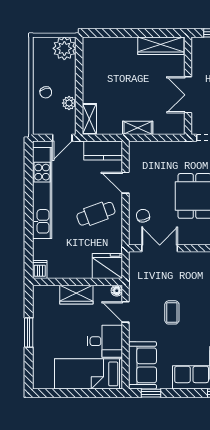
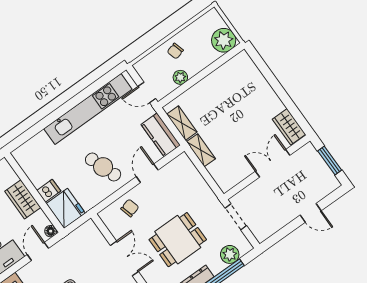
wardrobe: (161, 46) -> (289, 127), width x0.67
double door: (188, 95) -> (273, 163), moved
shelving: (89, 119) -> (182, 123), moved, turned 90
double door: (160, 248) -> (124, 258), moved
dishwasher: (40, 270) -> (49, 191), moved

